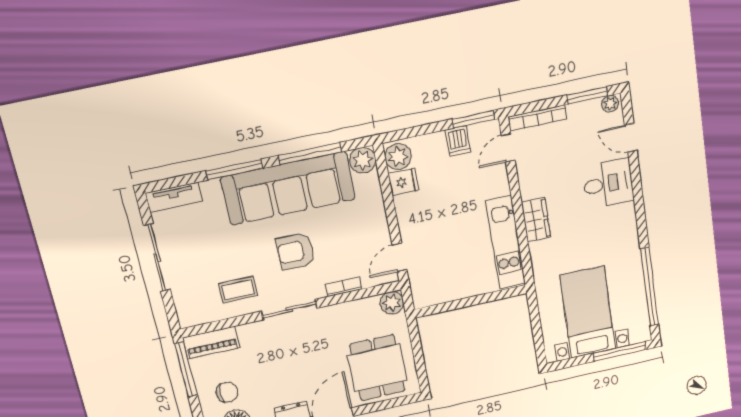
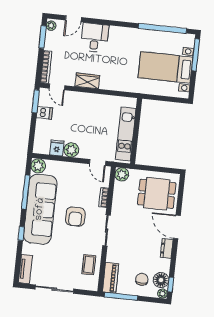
plant: (398, 157) -> (71, 150), moved
window: (234, 170) -> (21, 233), width x0.46
wardrobe: (536, 220) -> (87, 81), moved
kitchen unit: (506, 243) -> (126, 134), moved, turned 90
coffee table: (238, 290) -> (89, 265), moved

